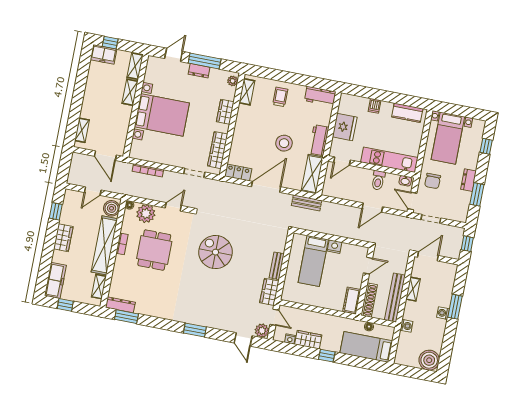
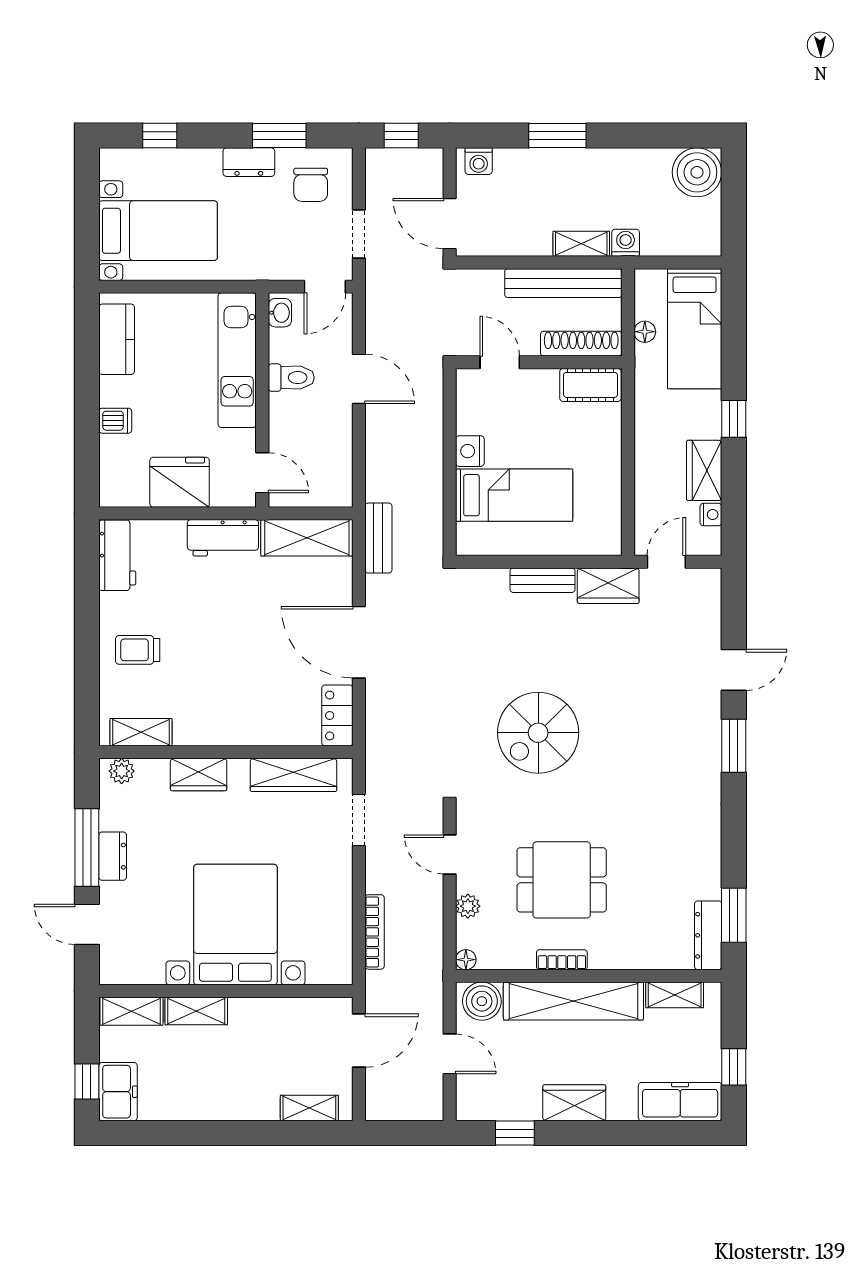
stool: (284, 143) -> (246, 620), removed
chair: (433, 181) -> (311, 185), moved, turned 90
plant: (146, 214) -> (468, 906), width x0.53, depth x0.53
shelving: (413, 289) -> (581, 244), moved
washing machine: (443, 313) -> (479, 161), moved
plant: (262, 331) -> (704, 585), removed
door: (243, 339) -> (734, 670), moved

